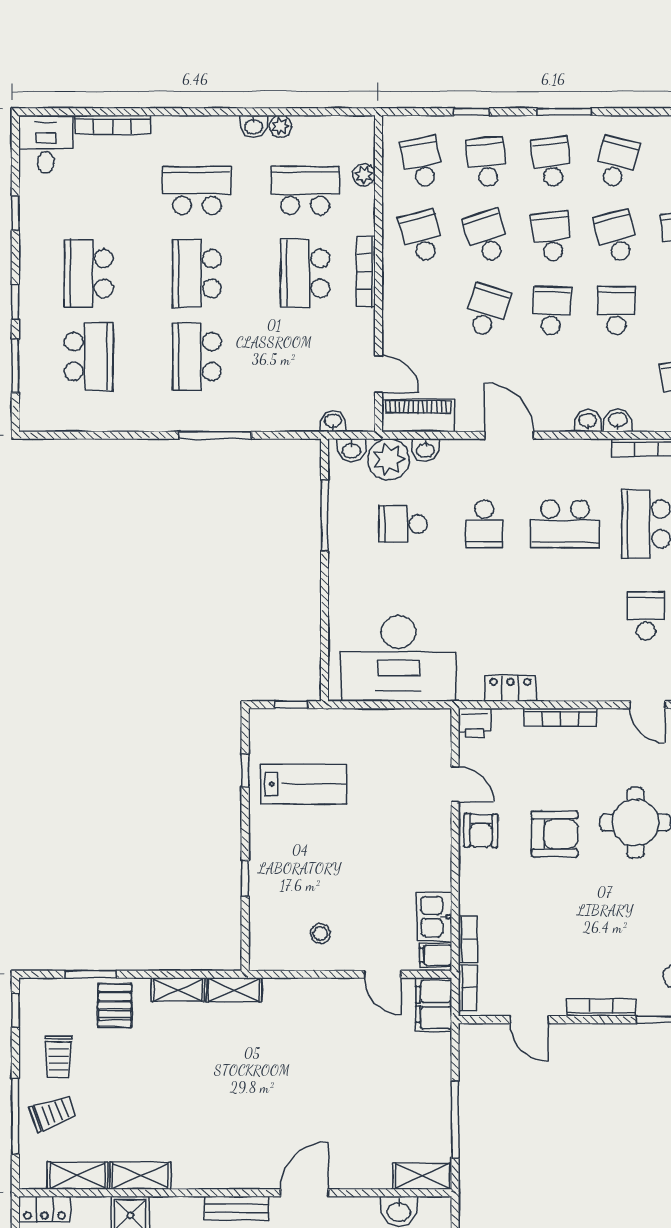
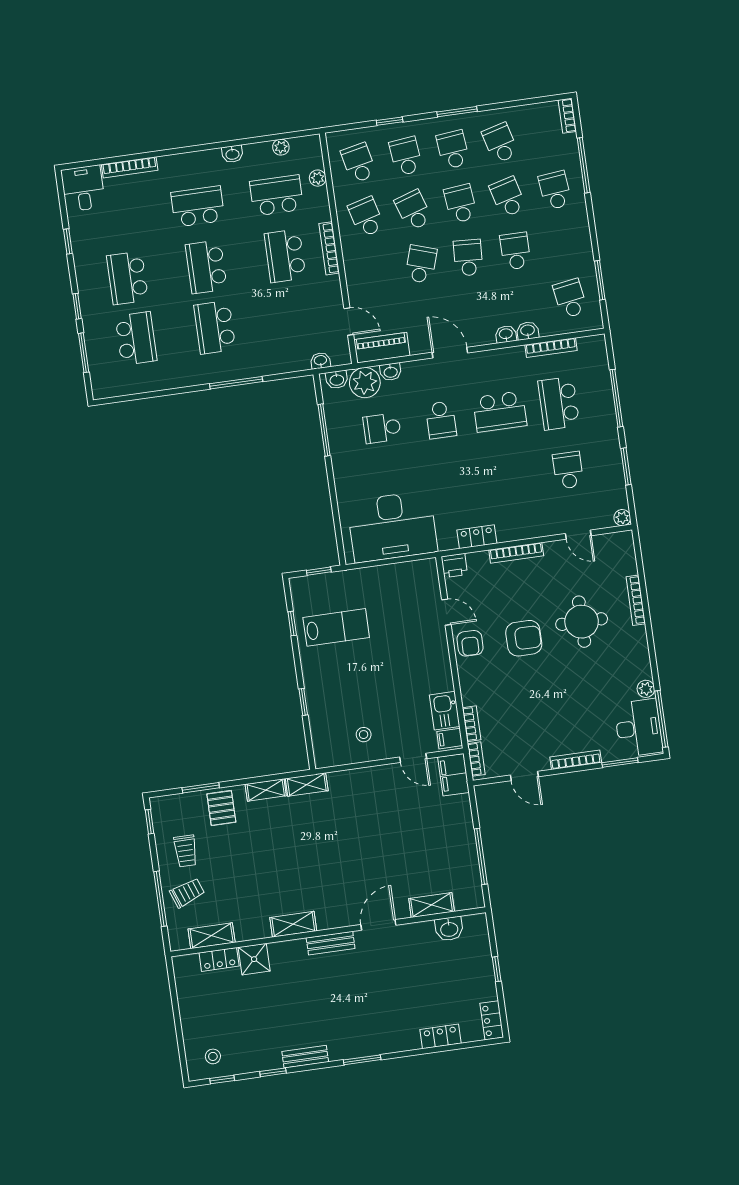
plant: (280, 126) -> (281, 147), moved
school desk: (616, 162) -> (500, 143), turned -30
shelving: (140, 1176) -> (293, 924), moved
shelving: (422, 1176) -> (432, 905), moved
locker: (44, 1209) -> (219, 959), moved

